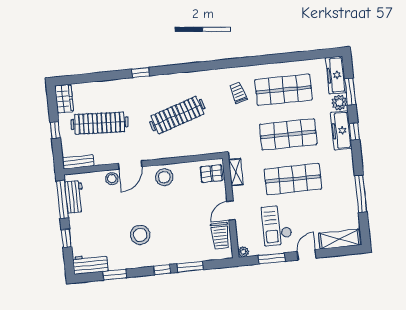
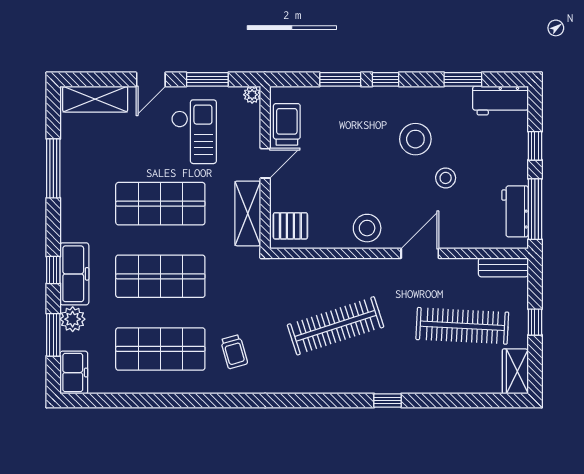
freezer: (336, 75) -> (74, 373), width x0.71
shelving: (236, 172) -> (248, 213), width x1.50, depth x1.33
stool: (112, 179) -> (446, 178), moved

